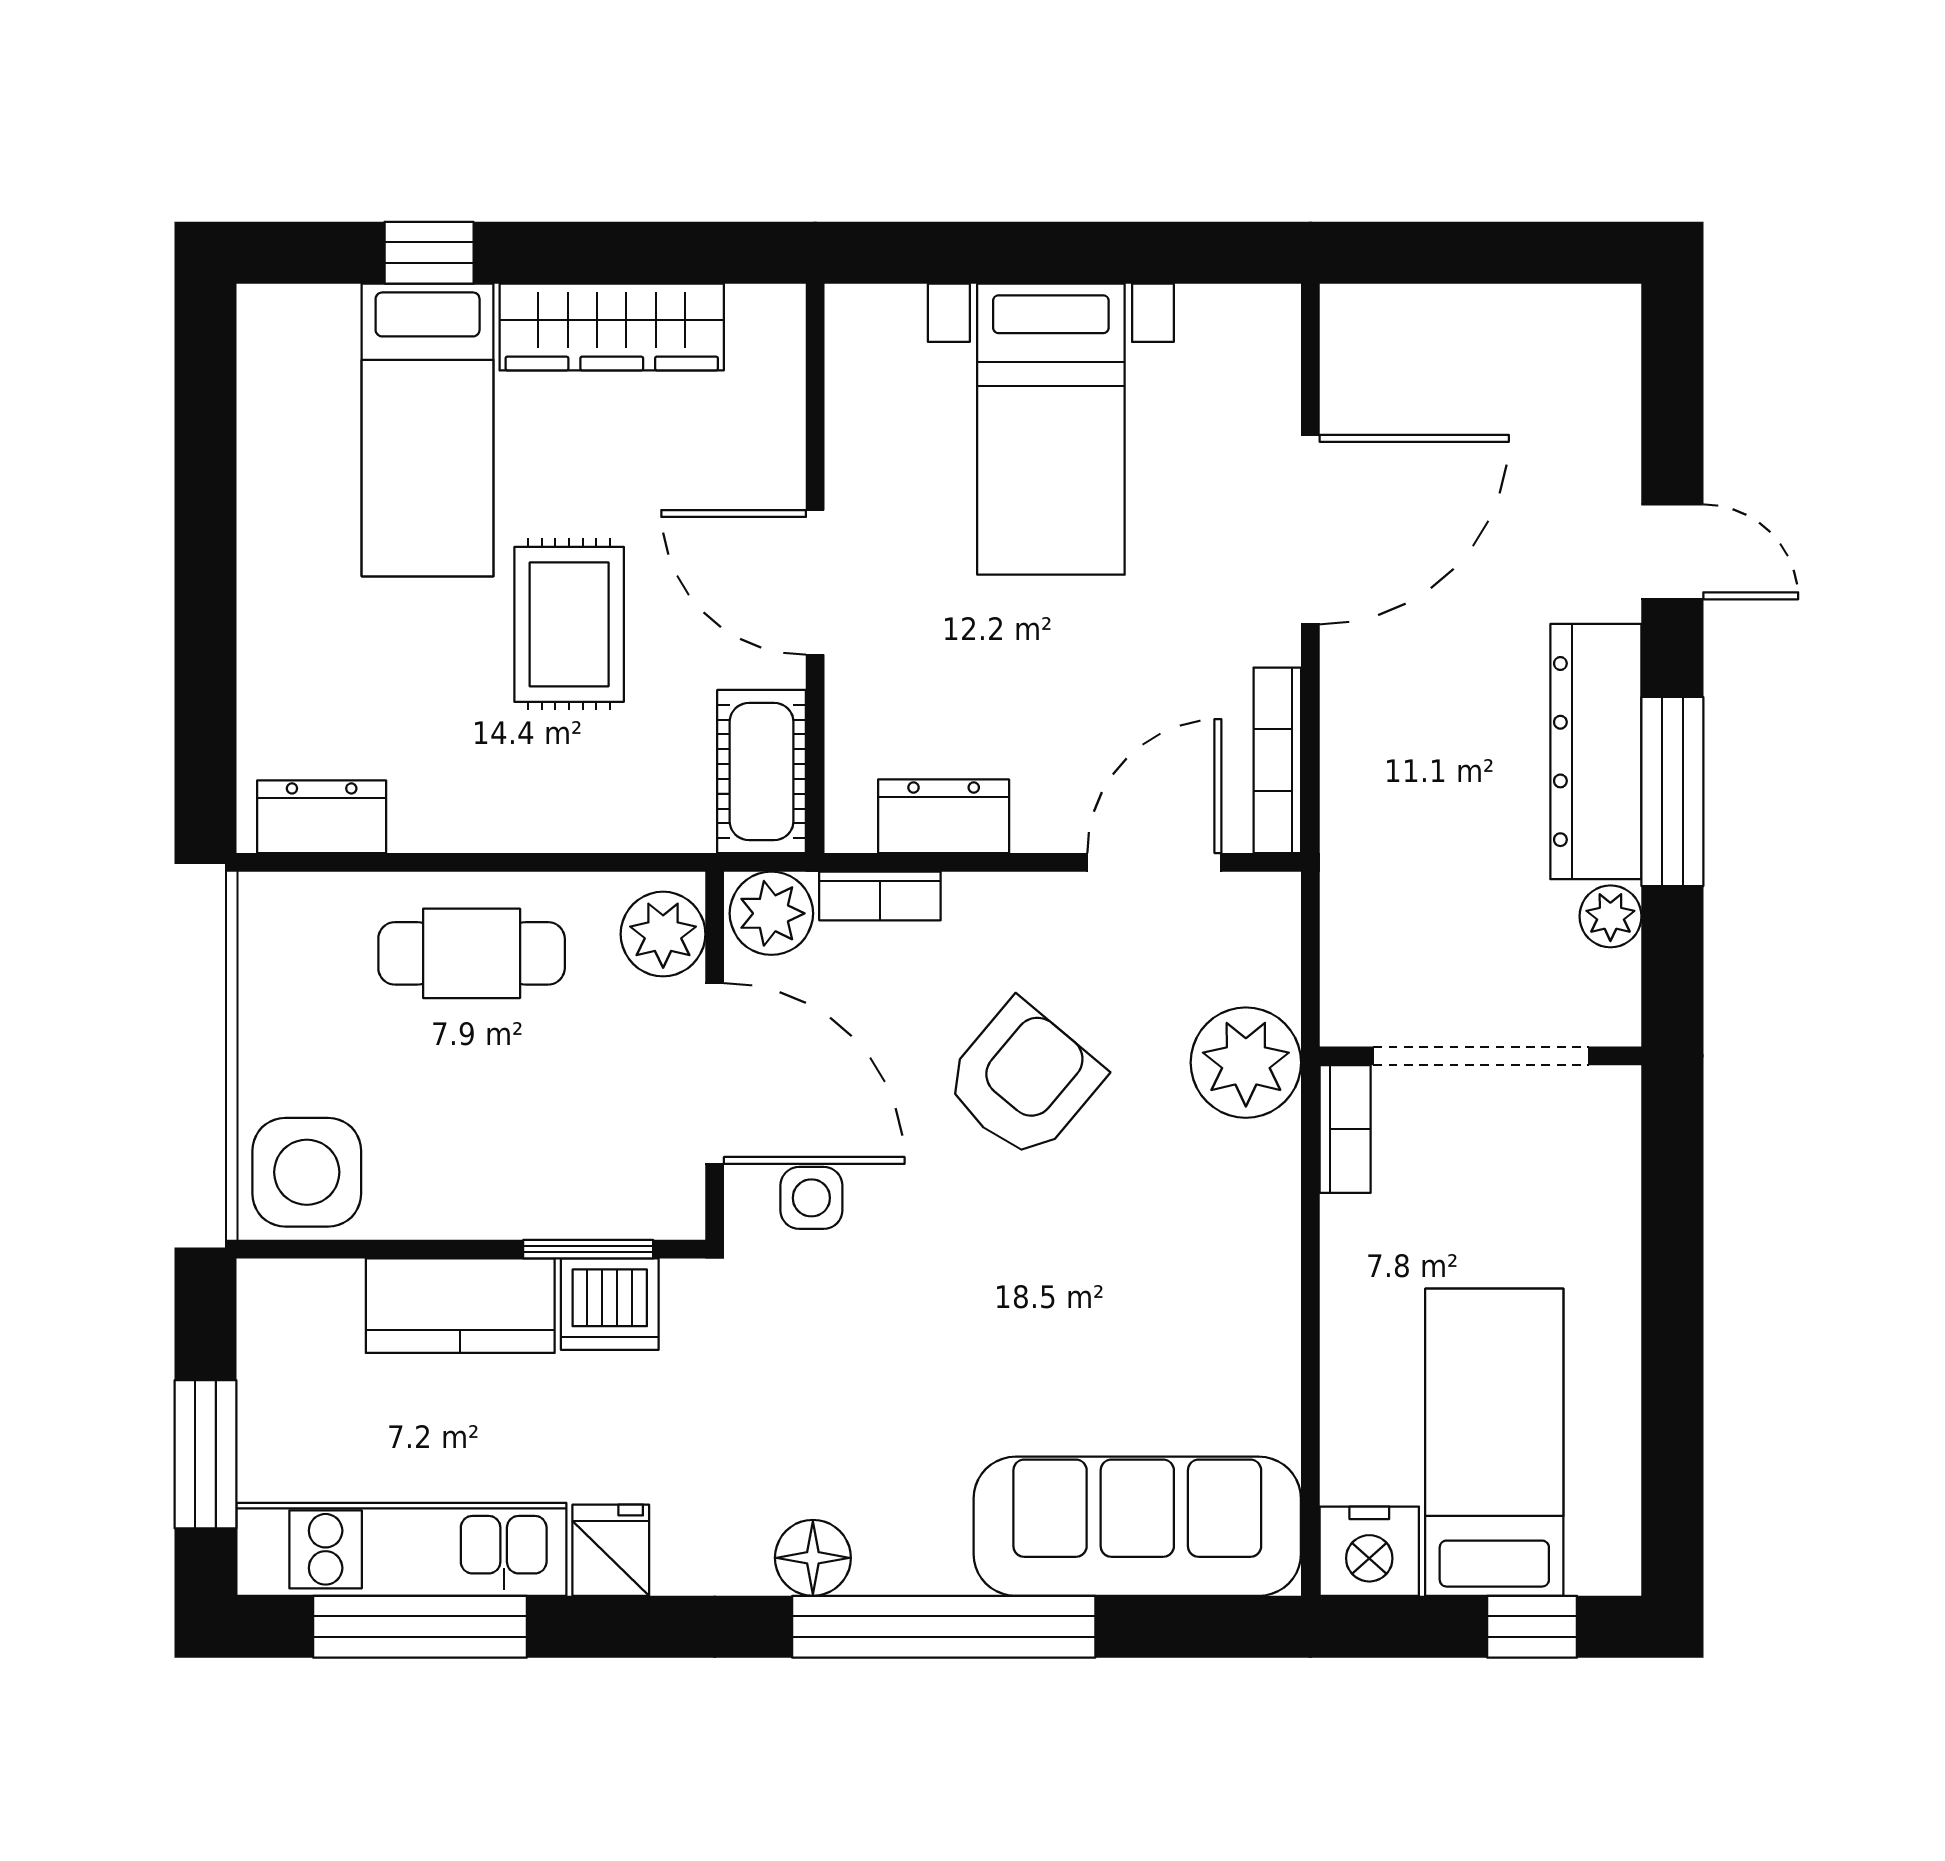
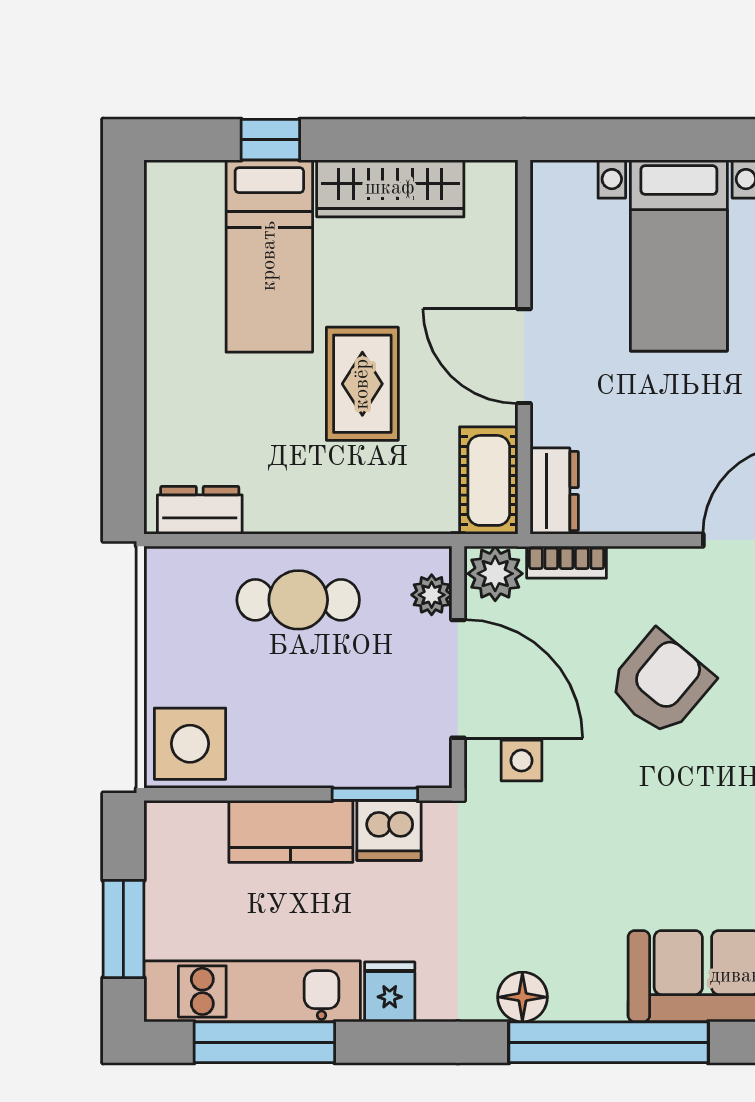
dresser: (944, 816) -> (554, 491), moved, turned 90
plant: (663, 934) -> (432, 595), width x0.73, depth x0.73

